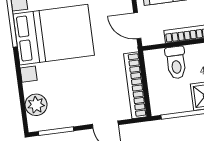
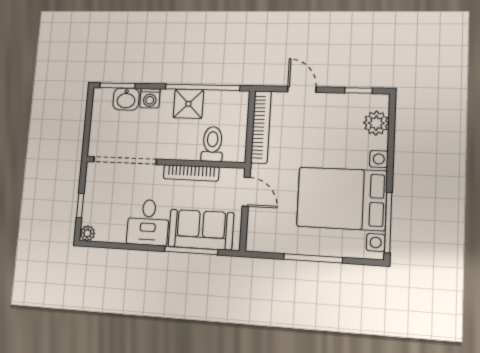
window: (56, 131) -> (358, 91), width x0.67

